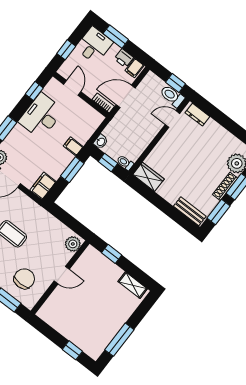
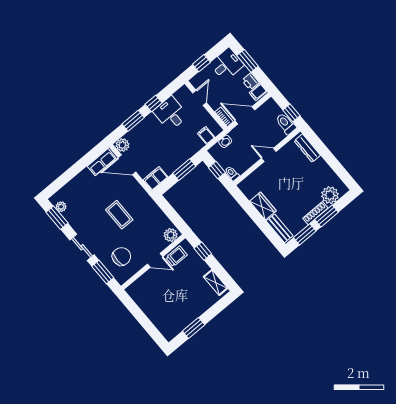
window: (34, 91) -> (154, 104), moved
dresser: (197, 115) -> (307, 148), width x1.44
desk: (41, 116) -> (171, 114), width x0.73
door: (172, 119) -> (269, 155), moved
washbasin: (101, 142) -> (225, 141), moved
filing cabinet: (73, 146) -> (206, 135), moved
wardrobe: (148, 177) -> (263, 206), moved
trolley: (84, 266) -> (176, 256), added
window: (119, 340) -> (194, 328), width x0.69
window: (72, 350) -> (150, 328), removed

